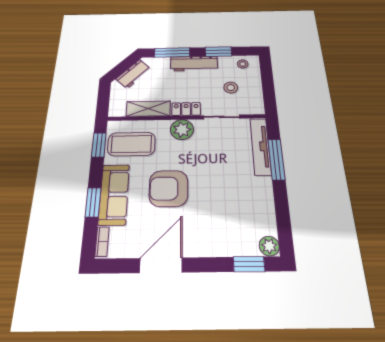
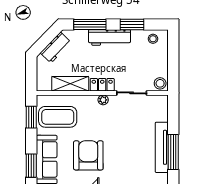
stool: (231, 88) -> (160, 83), moved
plant: (182, 130) -> (103, 100), width x0.53, depth x0.53
tv unit: (260, 146) -> (162, 147), moved
window: (276, 159) -> (173, 152), moved
armchair: (169, 188) -> (88, 155), turned 90

